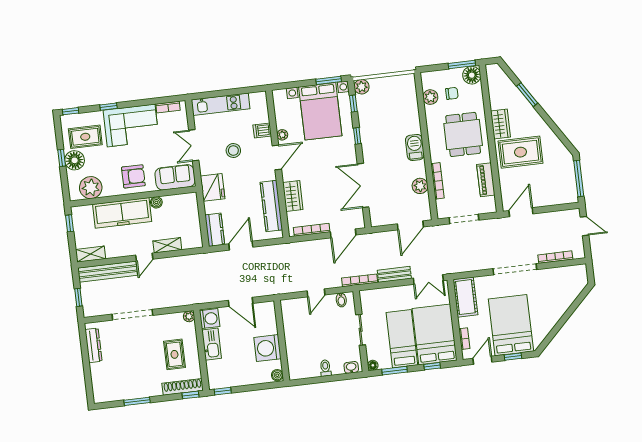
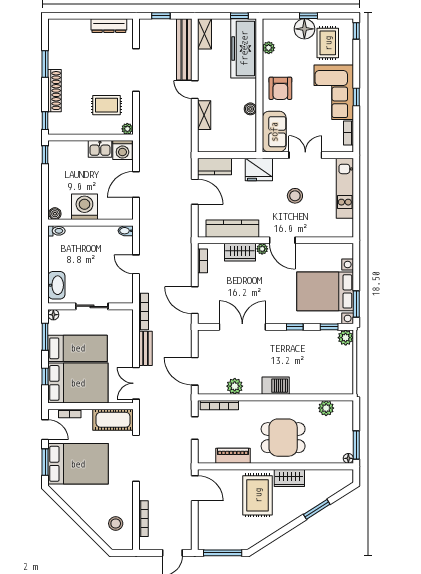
floor lamp: (472, 75) -> (348, 458), width x0.53, depth x0.53
chair: (452, 93) -> (327, 431), removed
window: (108, 107) -> (356, 97), moved
dishwasher: (262, 130) -> (312, 228), removed
plant: (282, 135) -> (262, 249), moved
bookcase: (437, 181) -> (219, 405), moved
plant: (91, 188) -> (269, 48), width x0.53, depth x0.53
freezer: (122, 213) -> (244, 48), moved
doorway: (464, 219) -> (195, 428), width x0.73
bookcase: (312, 230) -> (203, 261), width x0.64
doorway: (515, 269) -> (136, 458), moved
stool: (563, 283) -> (116, 523), added
bidet: (341, 300) -> (126, 231), moved
kitchen sink: (212, 344) -> (100, 149), width x0.73
rug: (174, 354) -> (106, 105), moved
window: (513, 357) -> (45, 462), width x1.50
washbasin: (351, 367) -> (56, 285), width x1.91, depth x1.45
toilet: (325, 368) -> (57, 231), moved
shoe rack: (183, 387) -> (55, 91), moved

